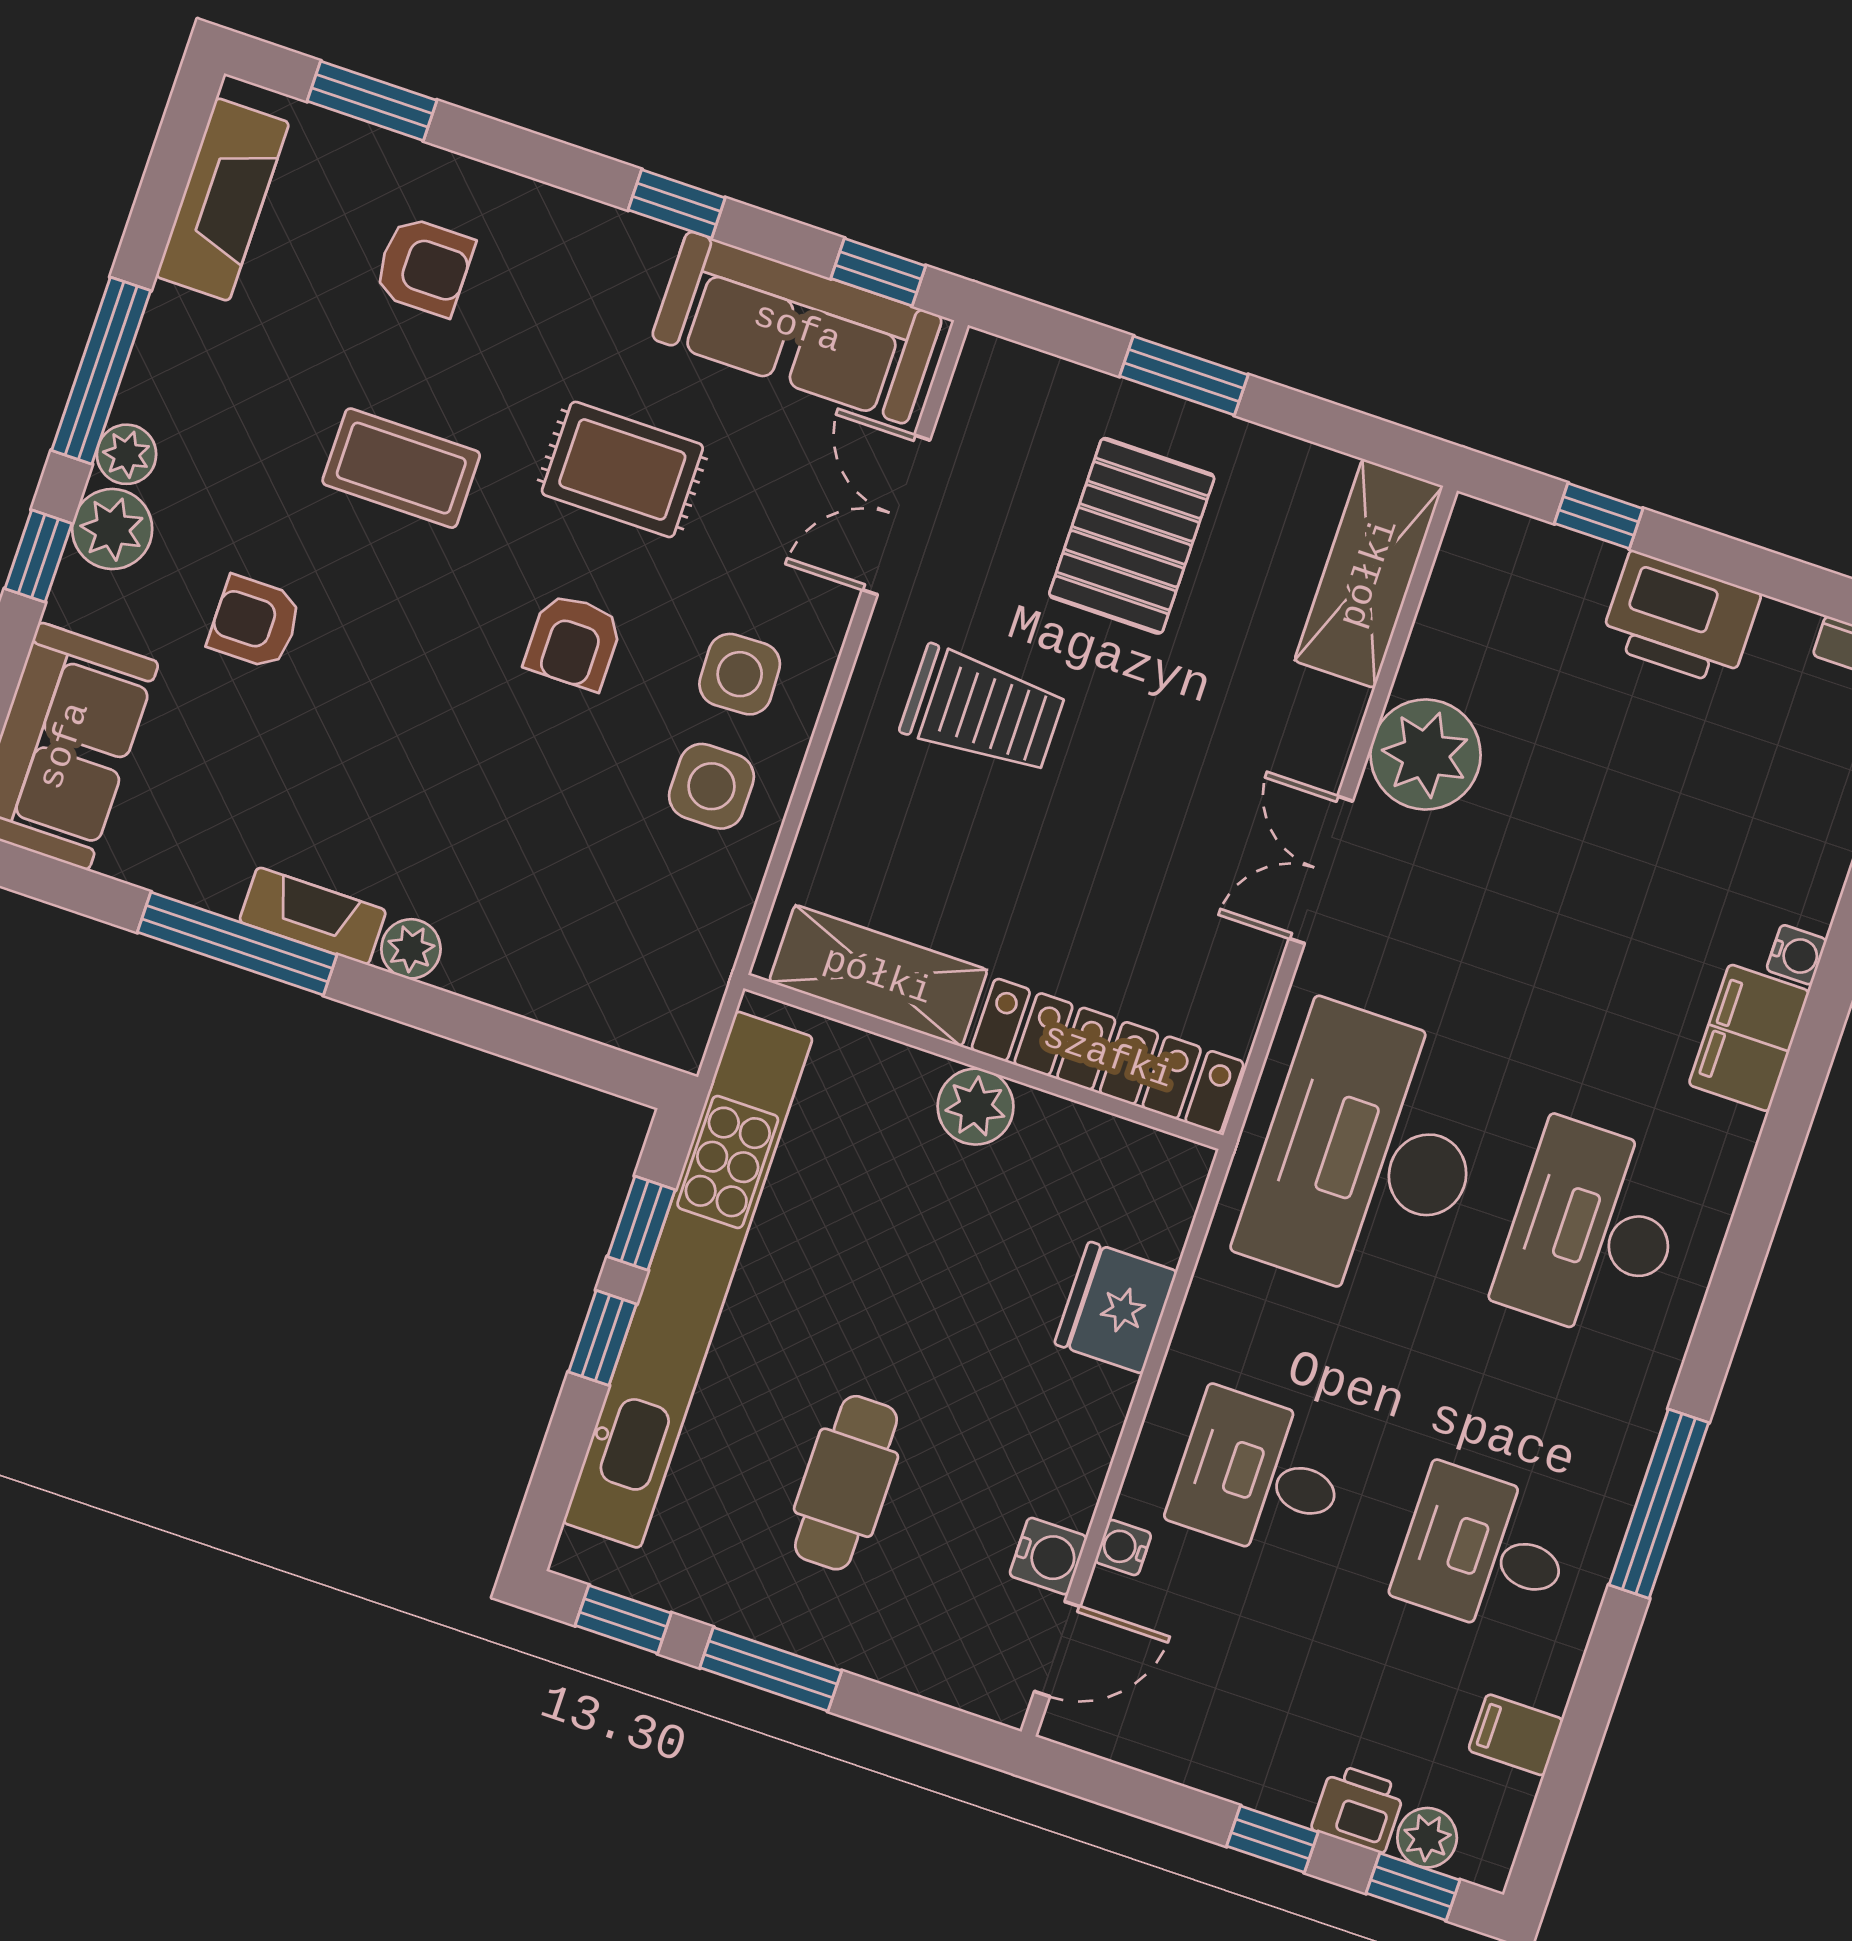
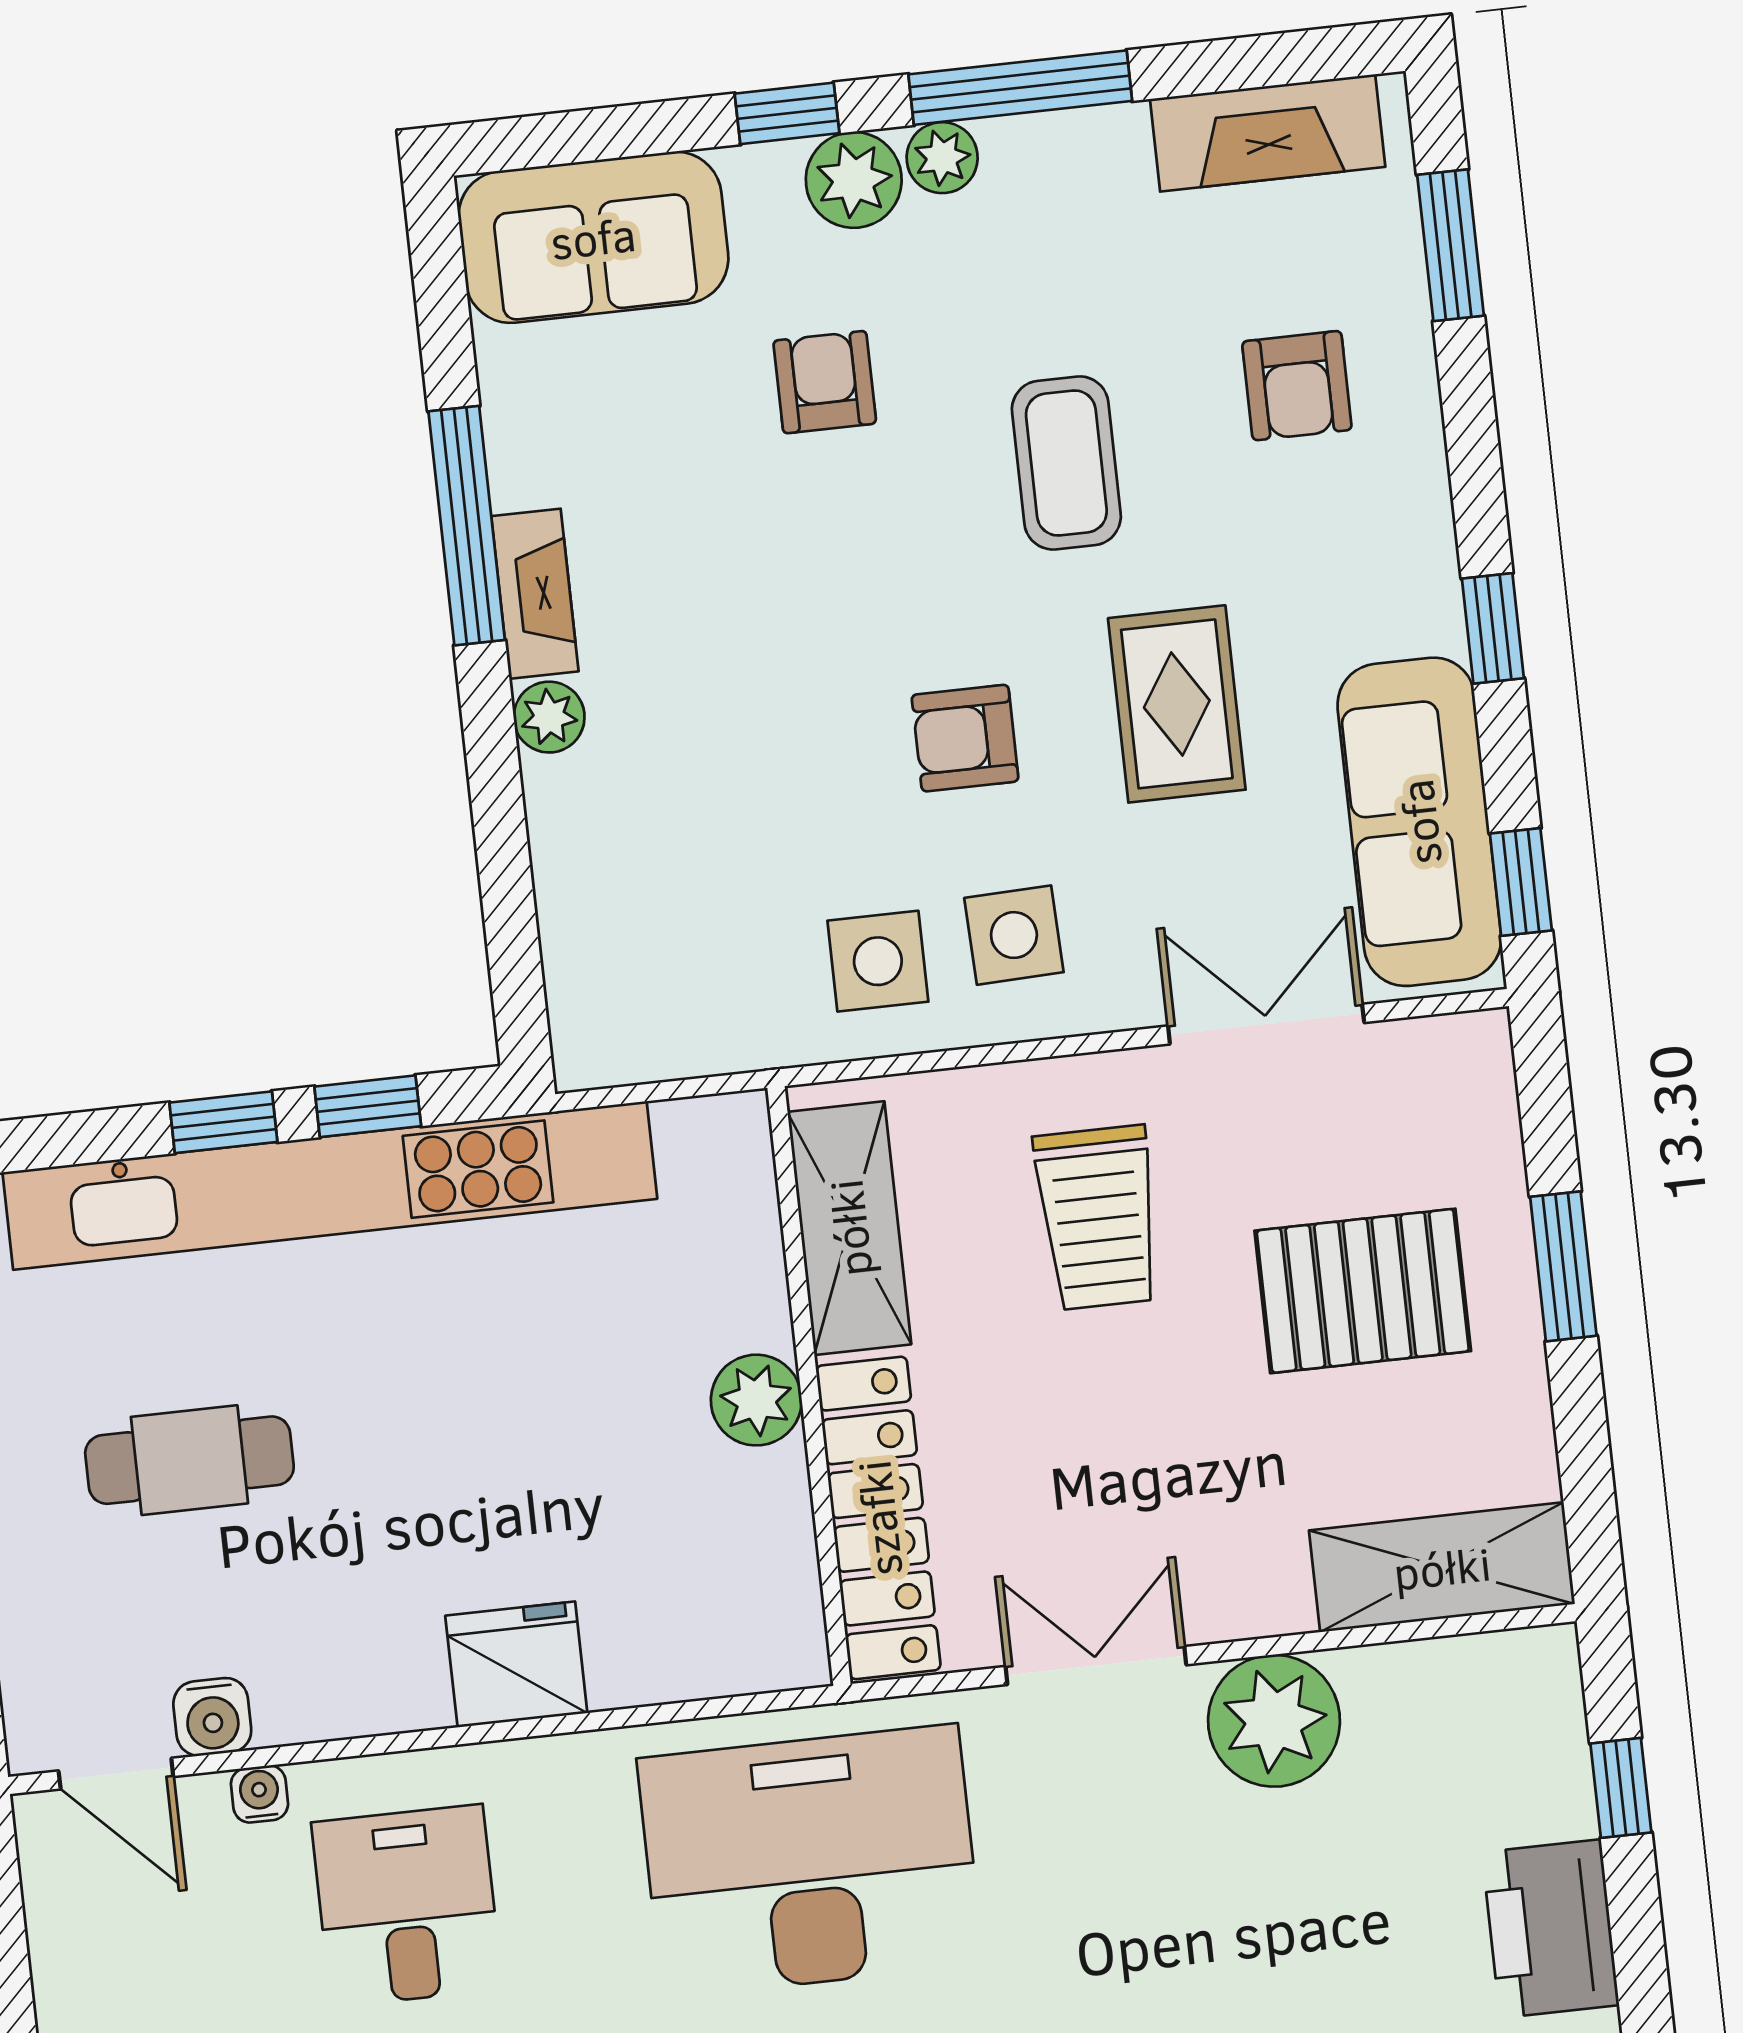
shelving: (878, 976) -> (849, 1228), moved
locker: (1108, 1056) -> (878, 1518), moved
wall: (983, 1062) -> (809, 1386), moved
plant: (976, 1107) -> (756, 1400), moved

